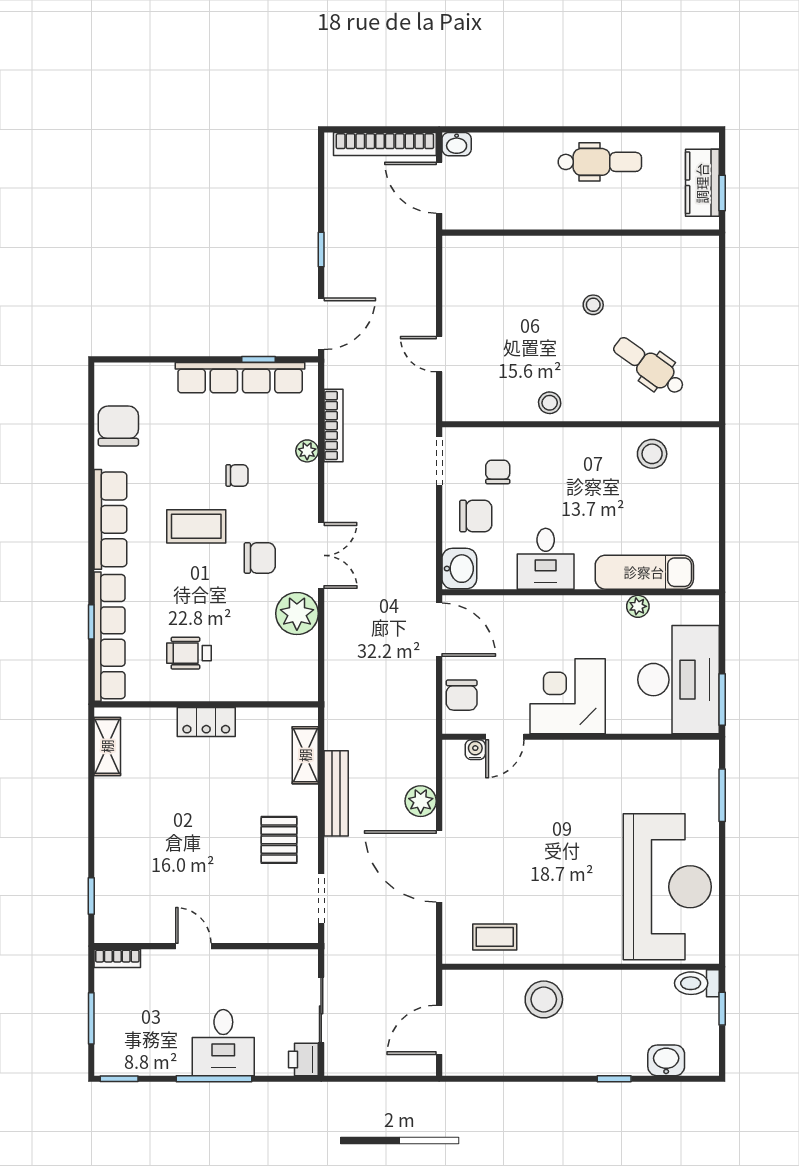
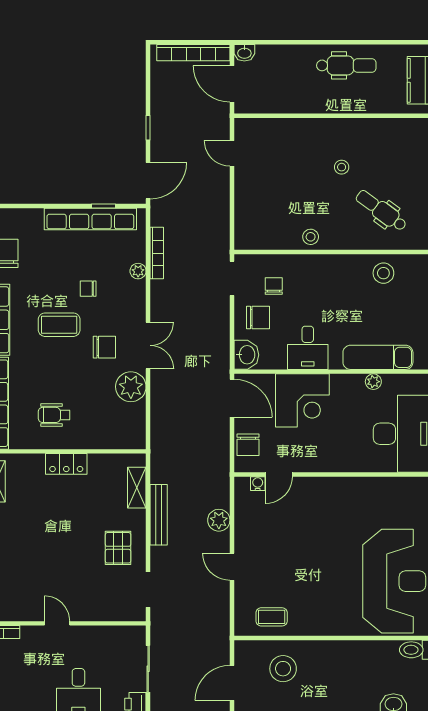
door: (439, 354) -> (232, 153), moved
chair: (237, 475) -> (88, 289), turned 180
corner desk: (568, 696) -> (302, 400), moved, turned 180
door: (439, 866) -> (232, 567), width x0.53
stool: (544, 999) -> (283, 669), moved

